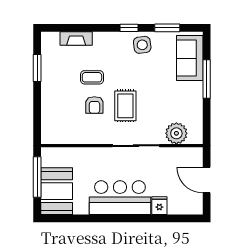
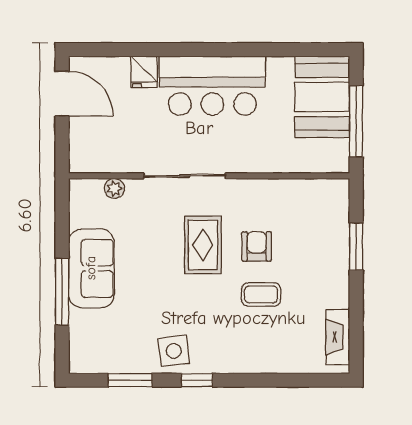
fireplace: (76, 39) -> (338, 337), moved, turned -90
sofa: (190, 58) -> (91, 268), moved
window: (37, 68) -> (356, 247), moved
plant: (176, 133) -> (114, 189), width x0.53, depth x0.53
door: (207, 180) -> (62, 94), moved

